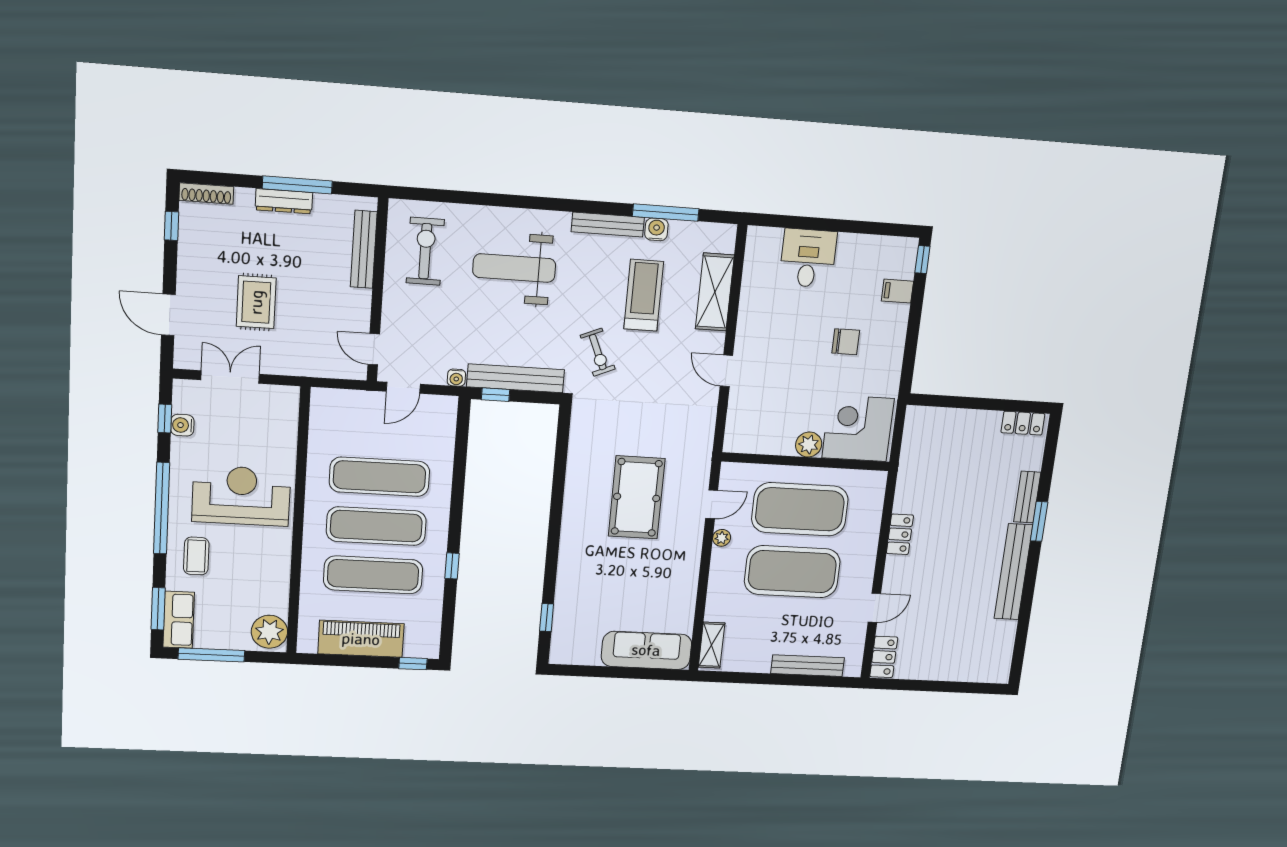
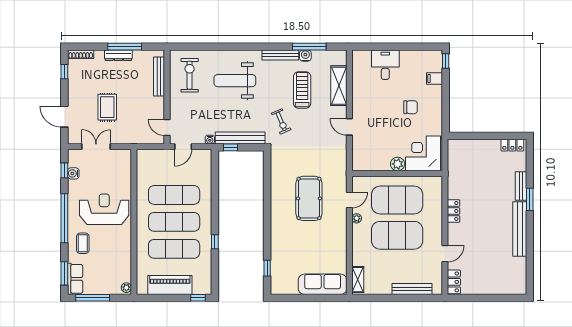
plant: (269, 632) -> (126, 288), width x0.53, depth x0.53

